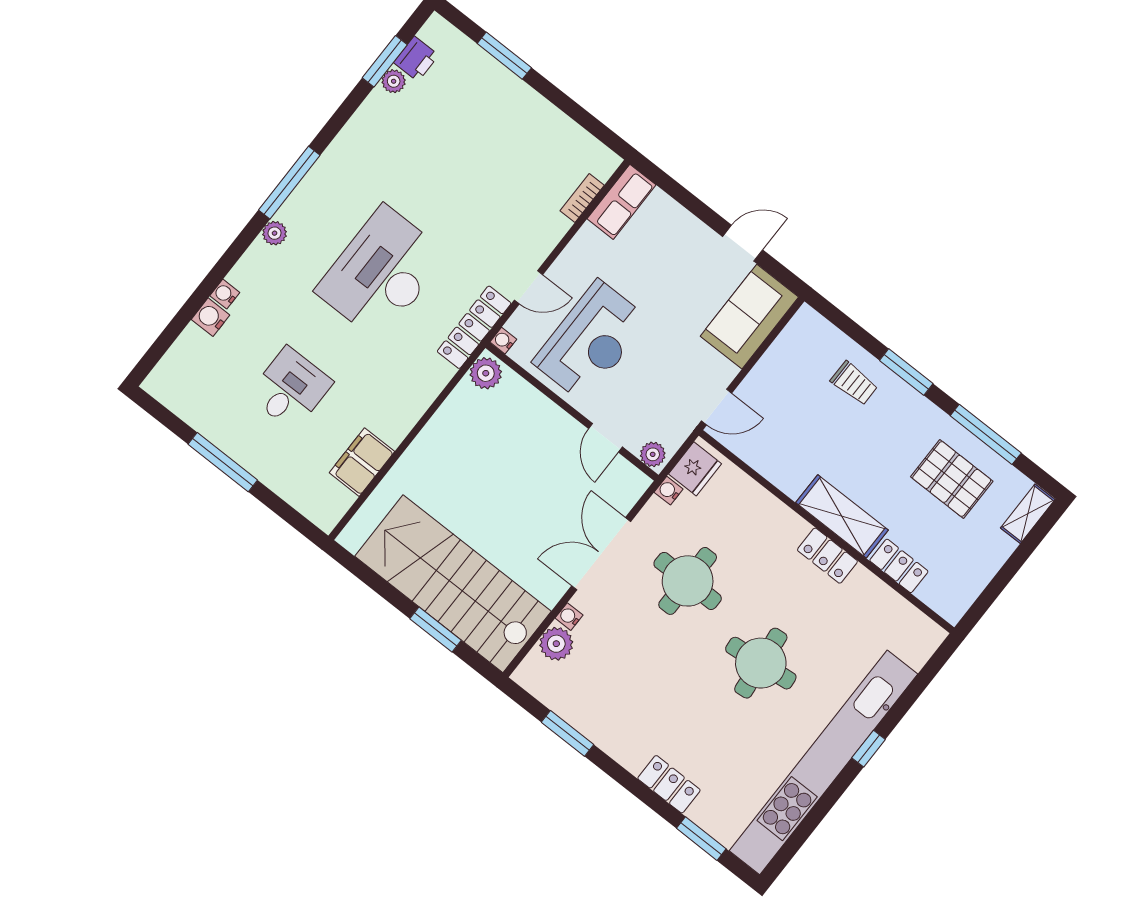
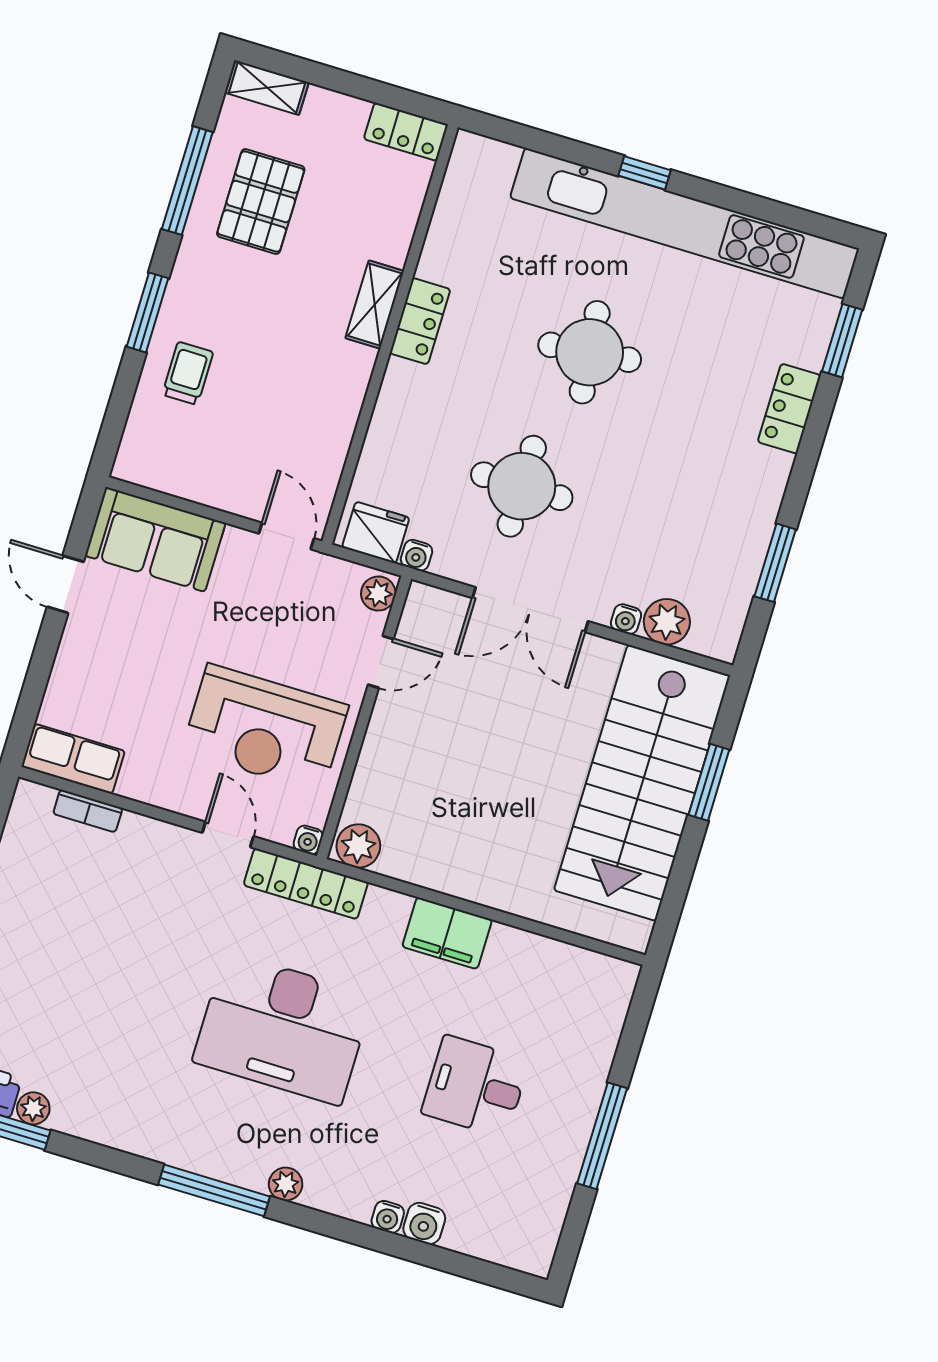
reception desk: (591, 341) -> (265, 728), turned 180
filing cabinet: (362, 462) -> (447, 933), moved
shelving: (842, 516) -> (375, 305), width x0.67, depth x0.75
locker: (899, 566) -> (406, 132), moved, turned -90

